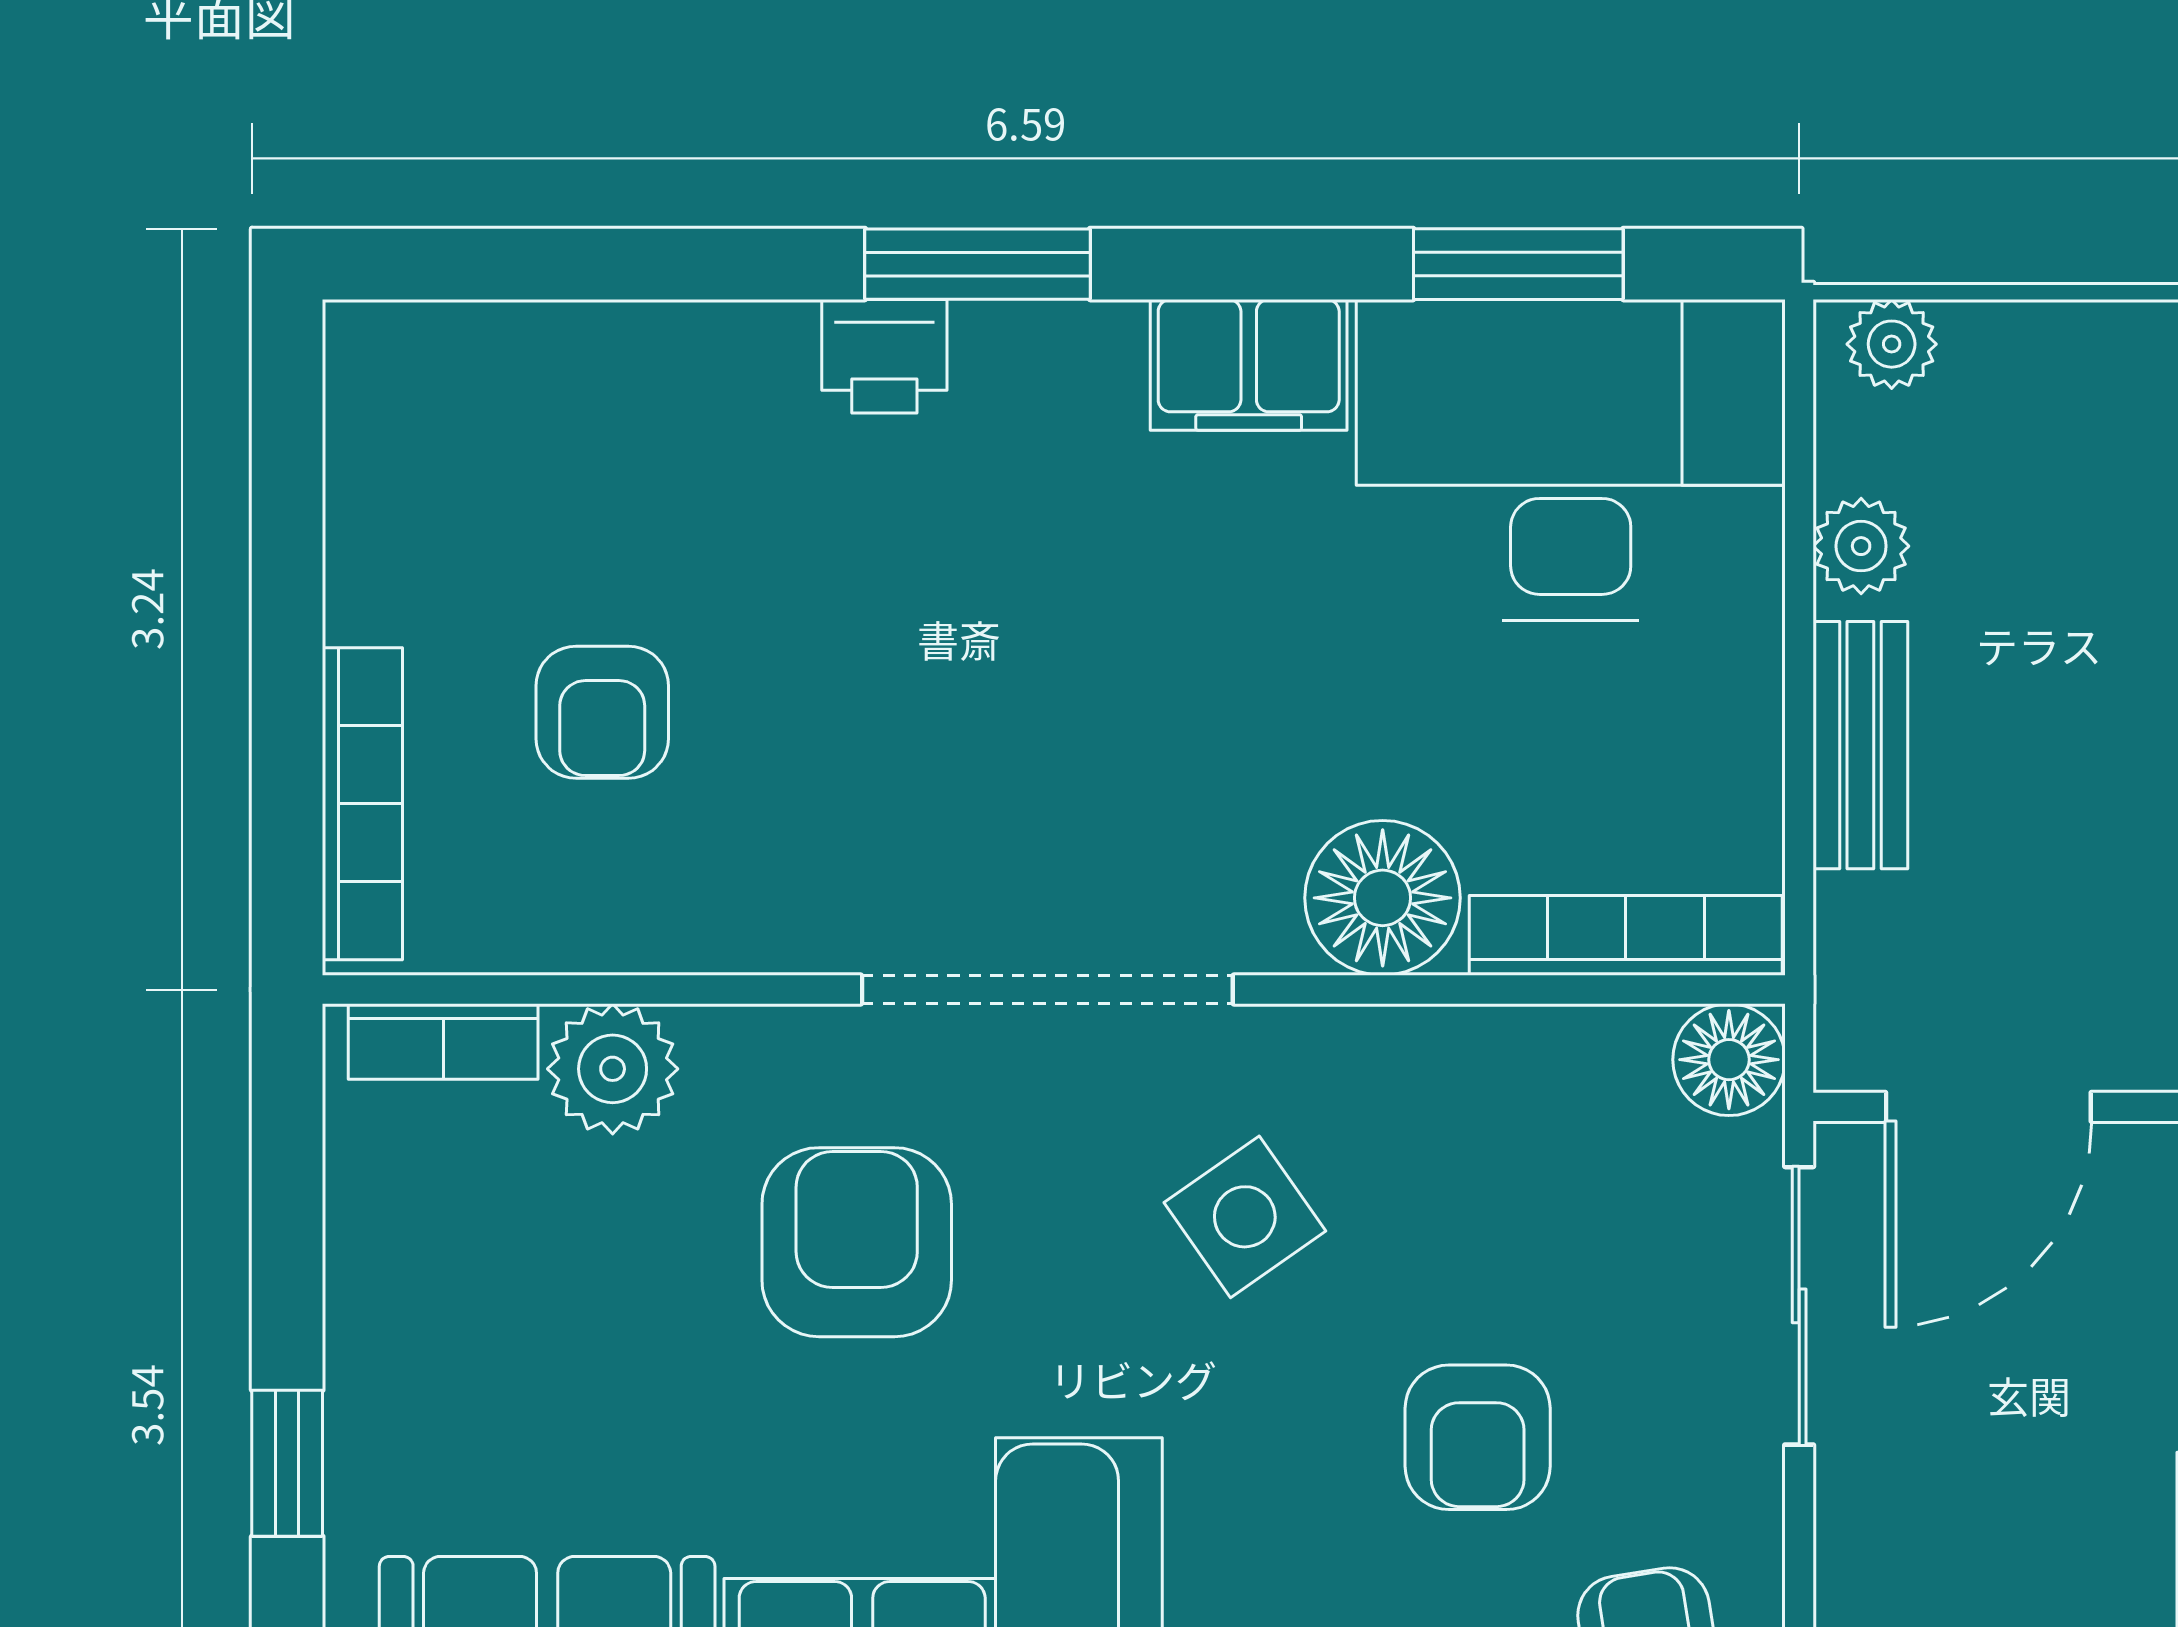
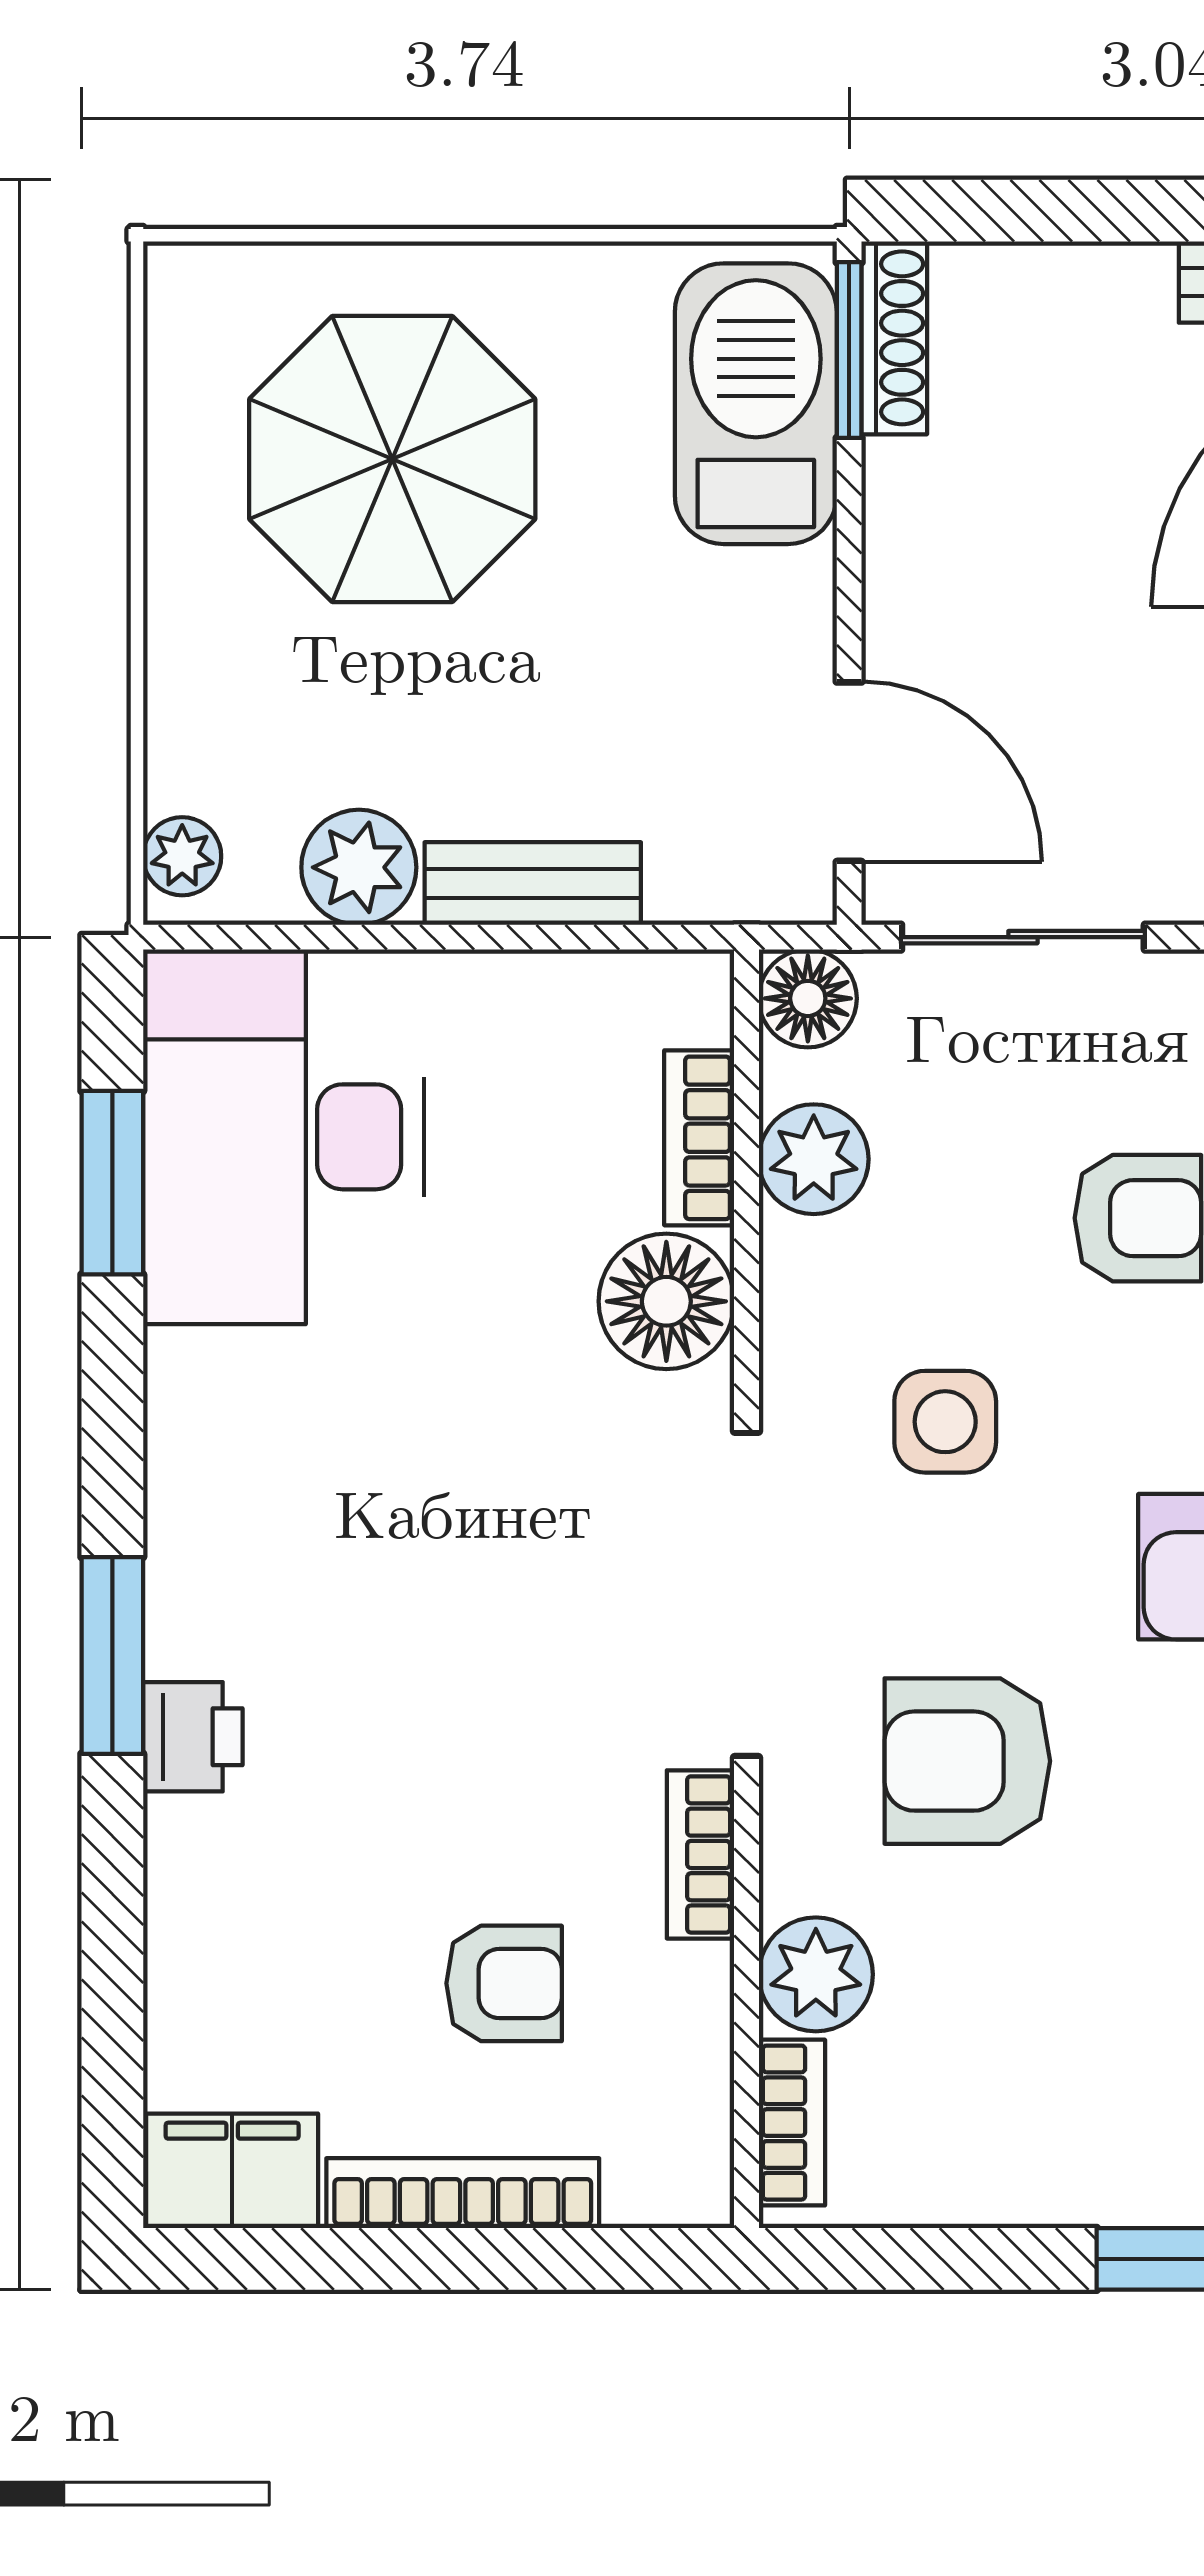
filing cabinet: (1249, 365) -> (232, 2171), moved, turned -90
plant: (1861, 546) -> (359, 867), width x1.38, depth x1.38
bookcase: (362, 804) -> (463, 2193), moved
bookcase: (1626, 935) -> (699, 1138), width x0.64
bookcase: (750, 937) -> (701, 1854), added
plant: (1545, 1066) -> (814, 1159), added
side table: (1245, 1217) -> (945, 1422), turned 35

